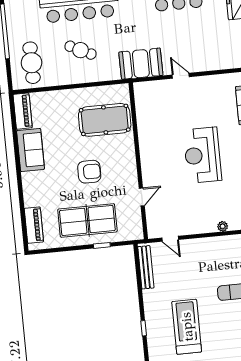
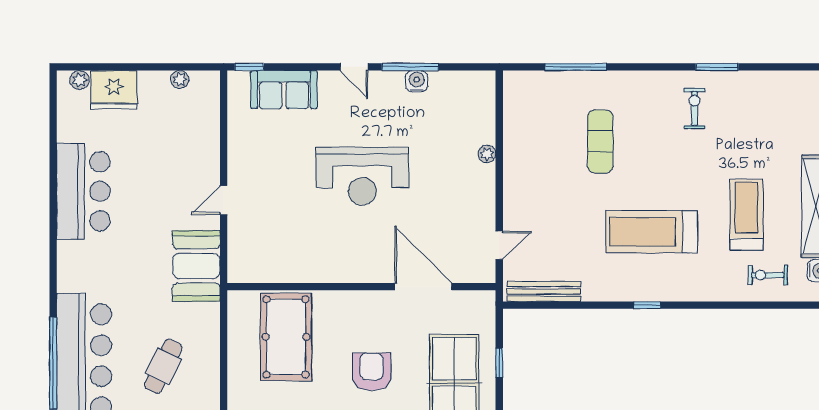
door: (142, 197) -> (423, 287), width x1.87

